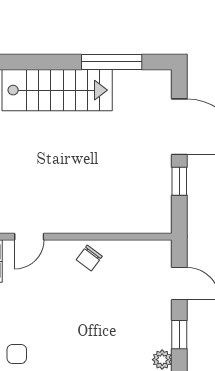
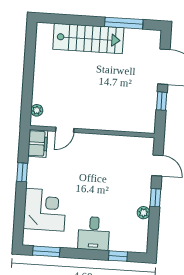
chair: (89, 258) -> (102, 146), removed

